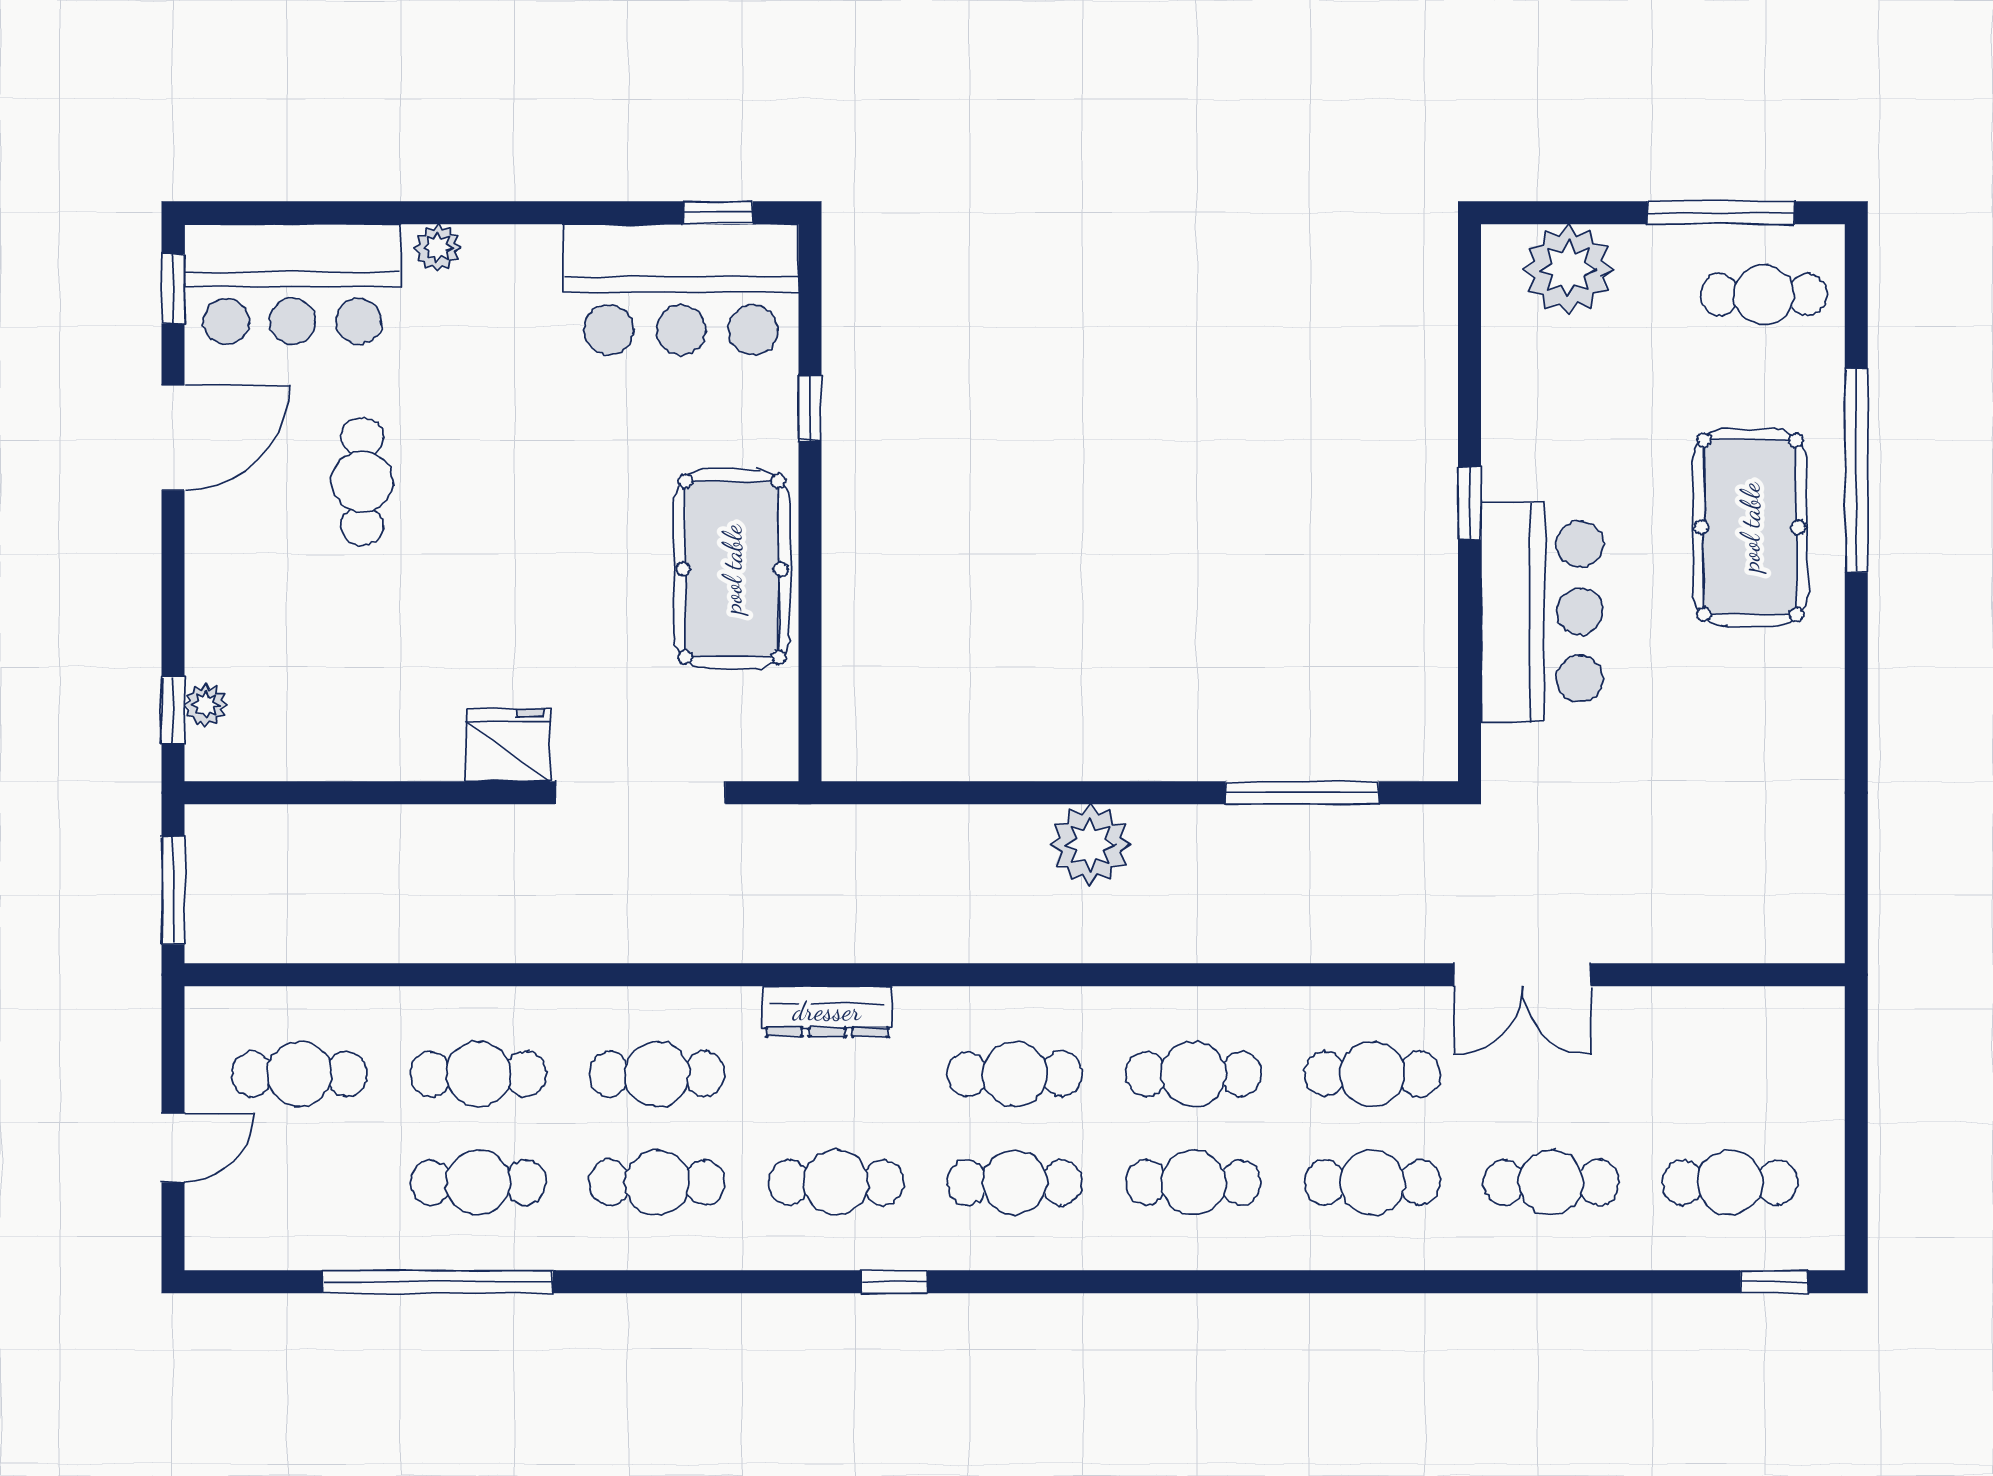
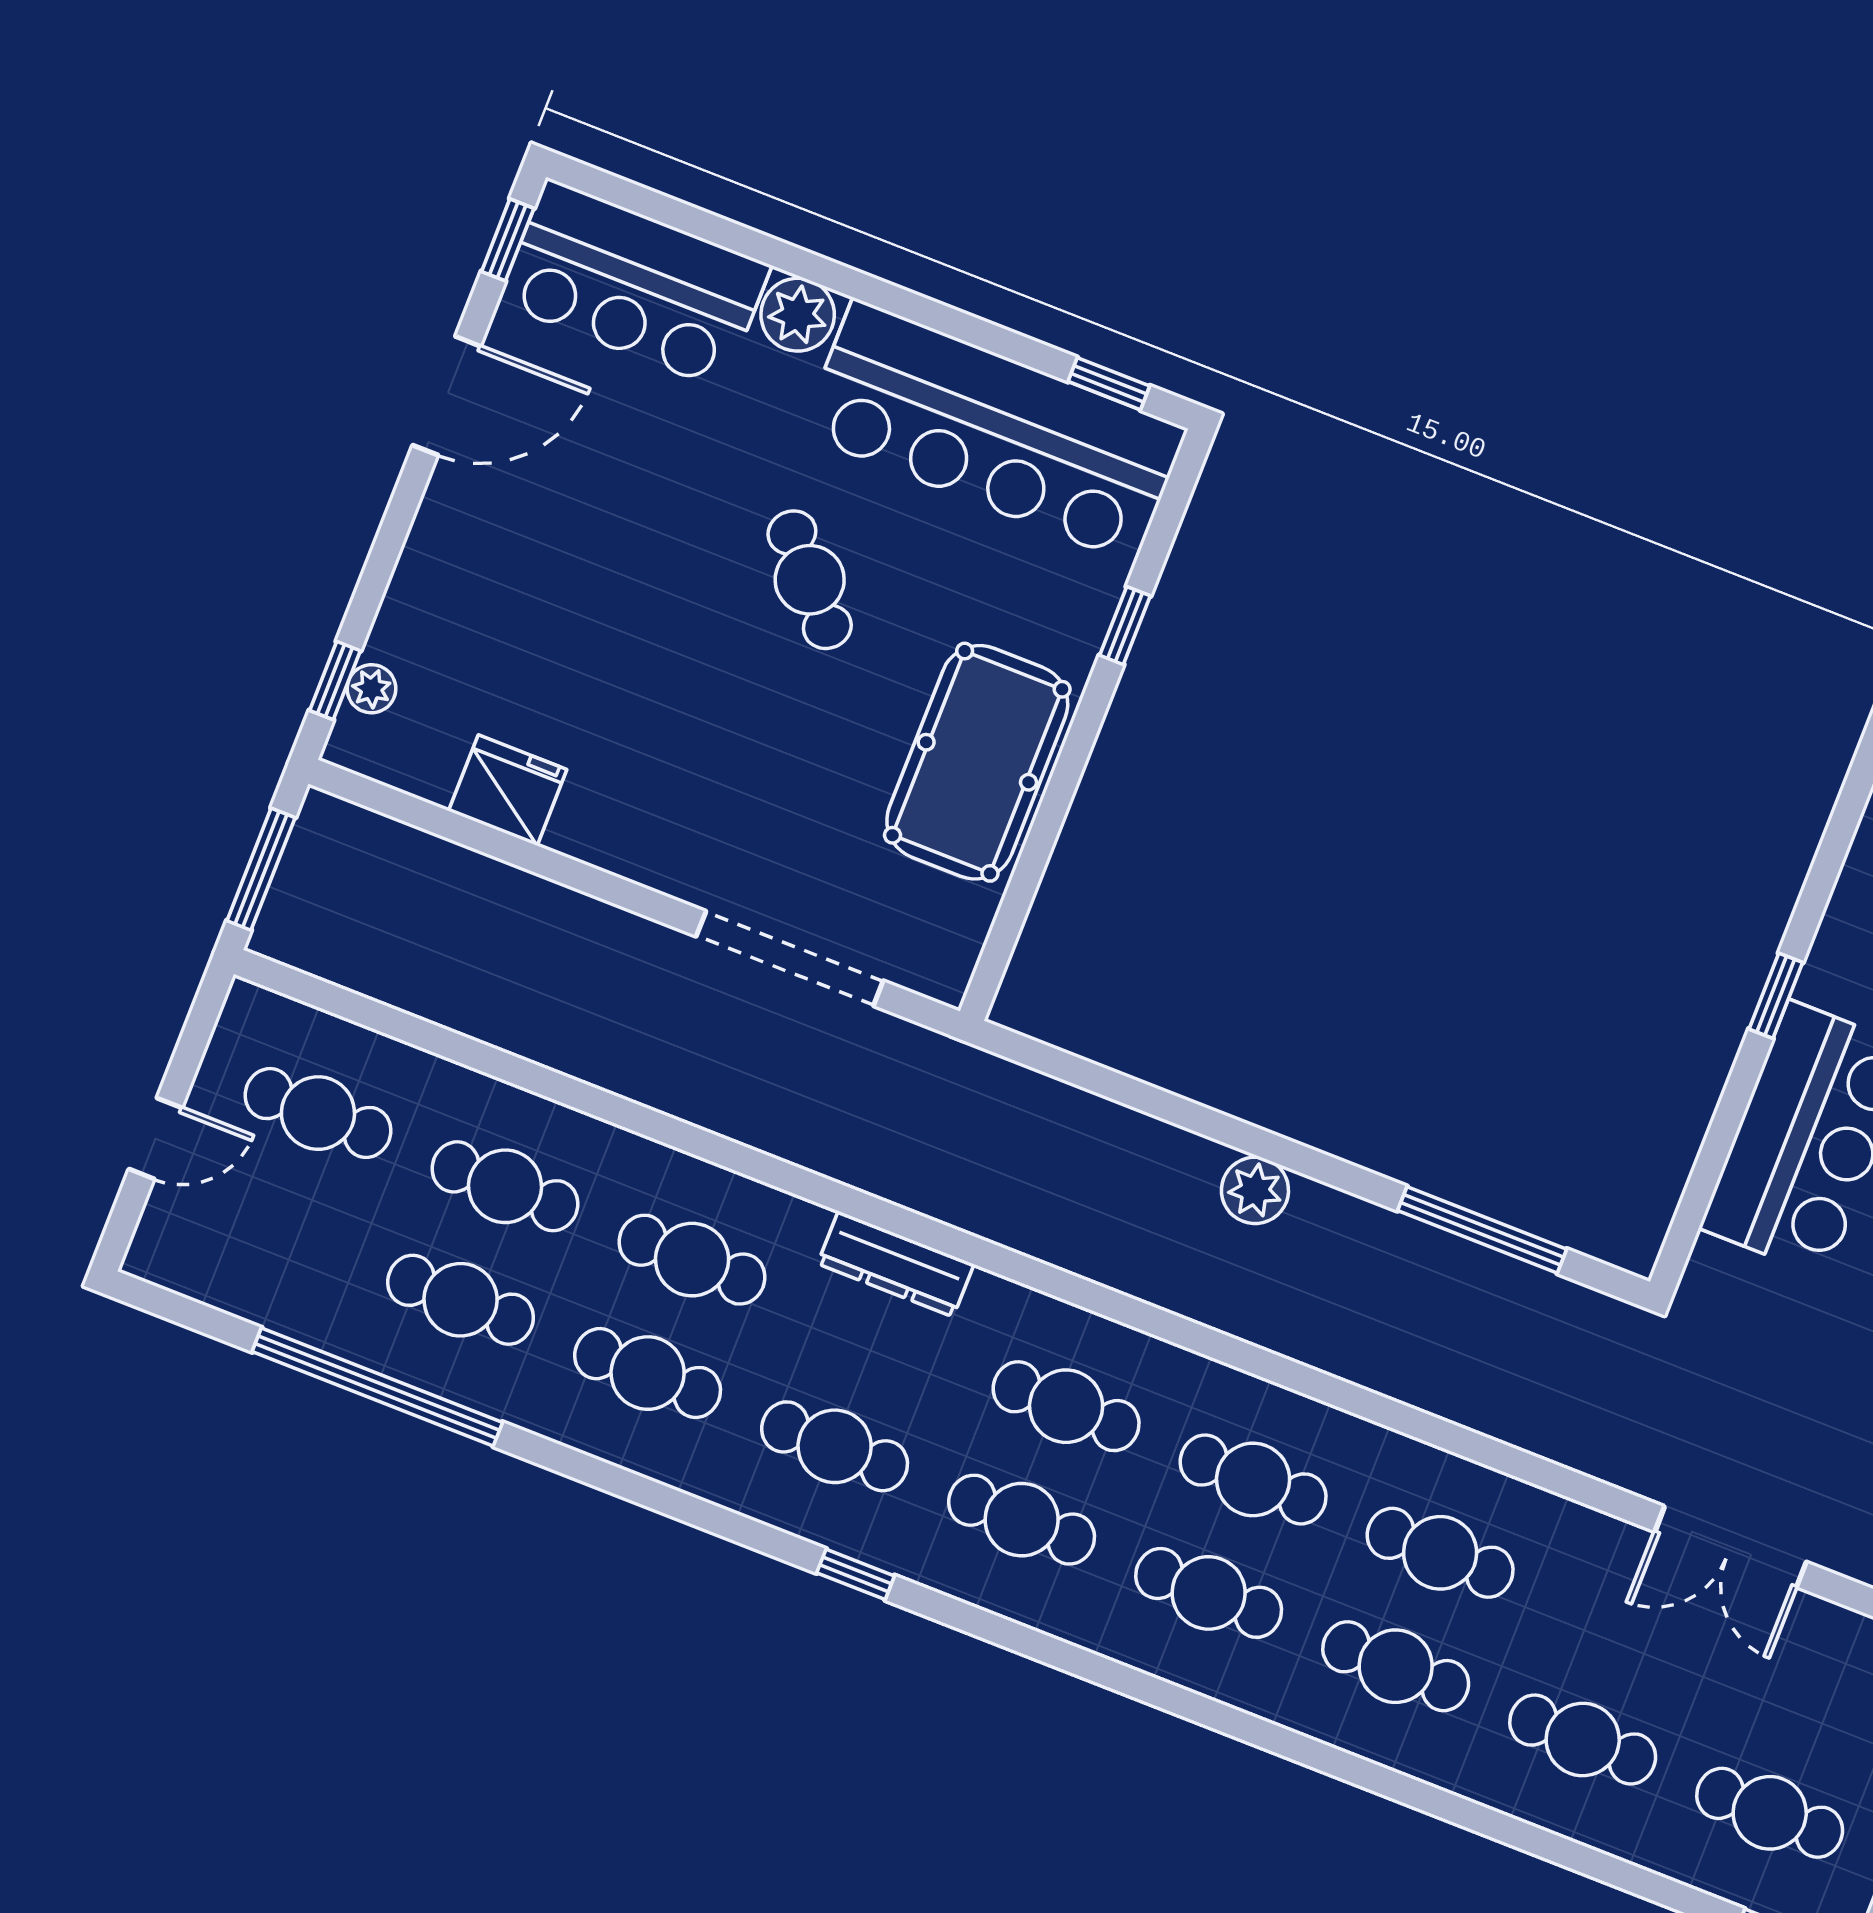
plant: (438, 248) -> (798, 315), width x1.38, depth x1.38
bar counter: (681, 289) -> (994, 431), width x1.36
cafe table: (362, 482) -> (810, 580), moved, turned -42
fridge: (508, 745) -> (508, 790), moved
plant: (1090, 845) -> (1255, 1190), width x0.73, depth x0.73
double door: (1522, 975) -> (1730, 1547), moved

